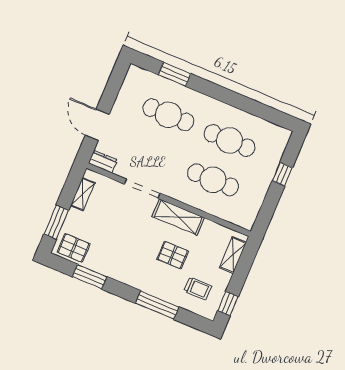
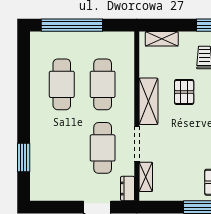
cafe table: (168, 115) -> (103, 148), moved
window: (282, 174) -> (72, 25), width x3.17
shelving: (83, 194) -> (146, 177), moved, turned 90

